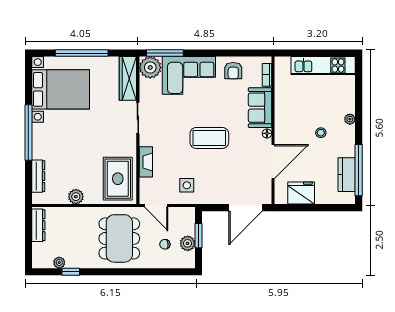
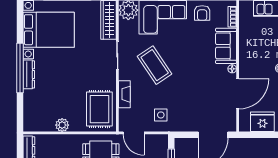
coffee table: (209, 138) -> (155, 65), moved, turned 56
dresser: (38, 176) -> (29, 74), moved

